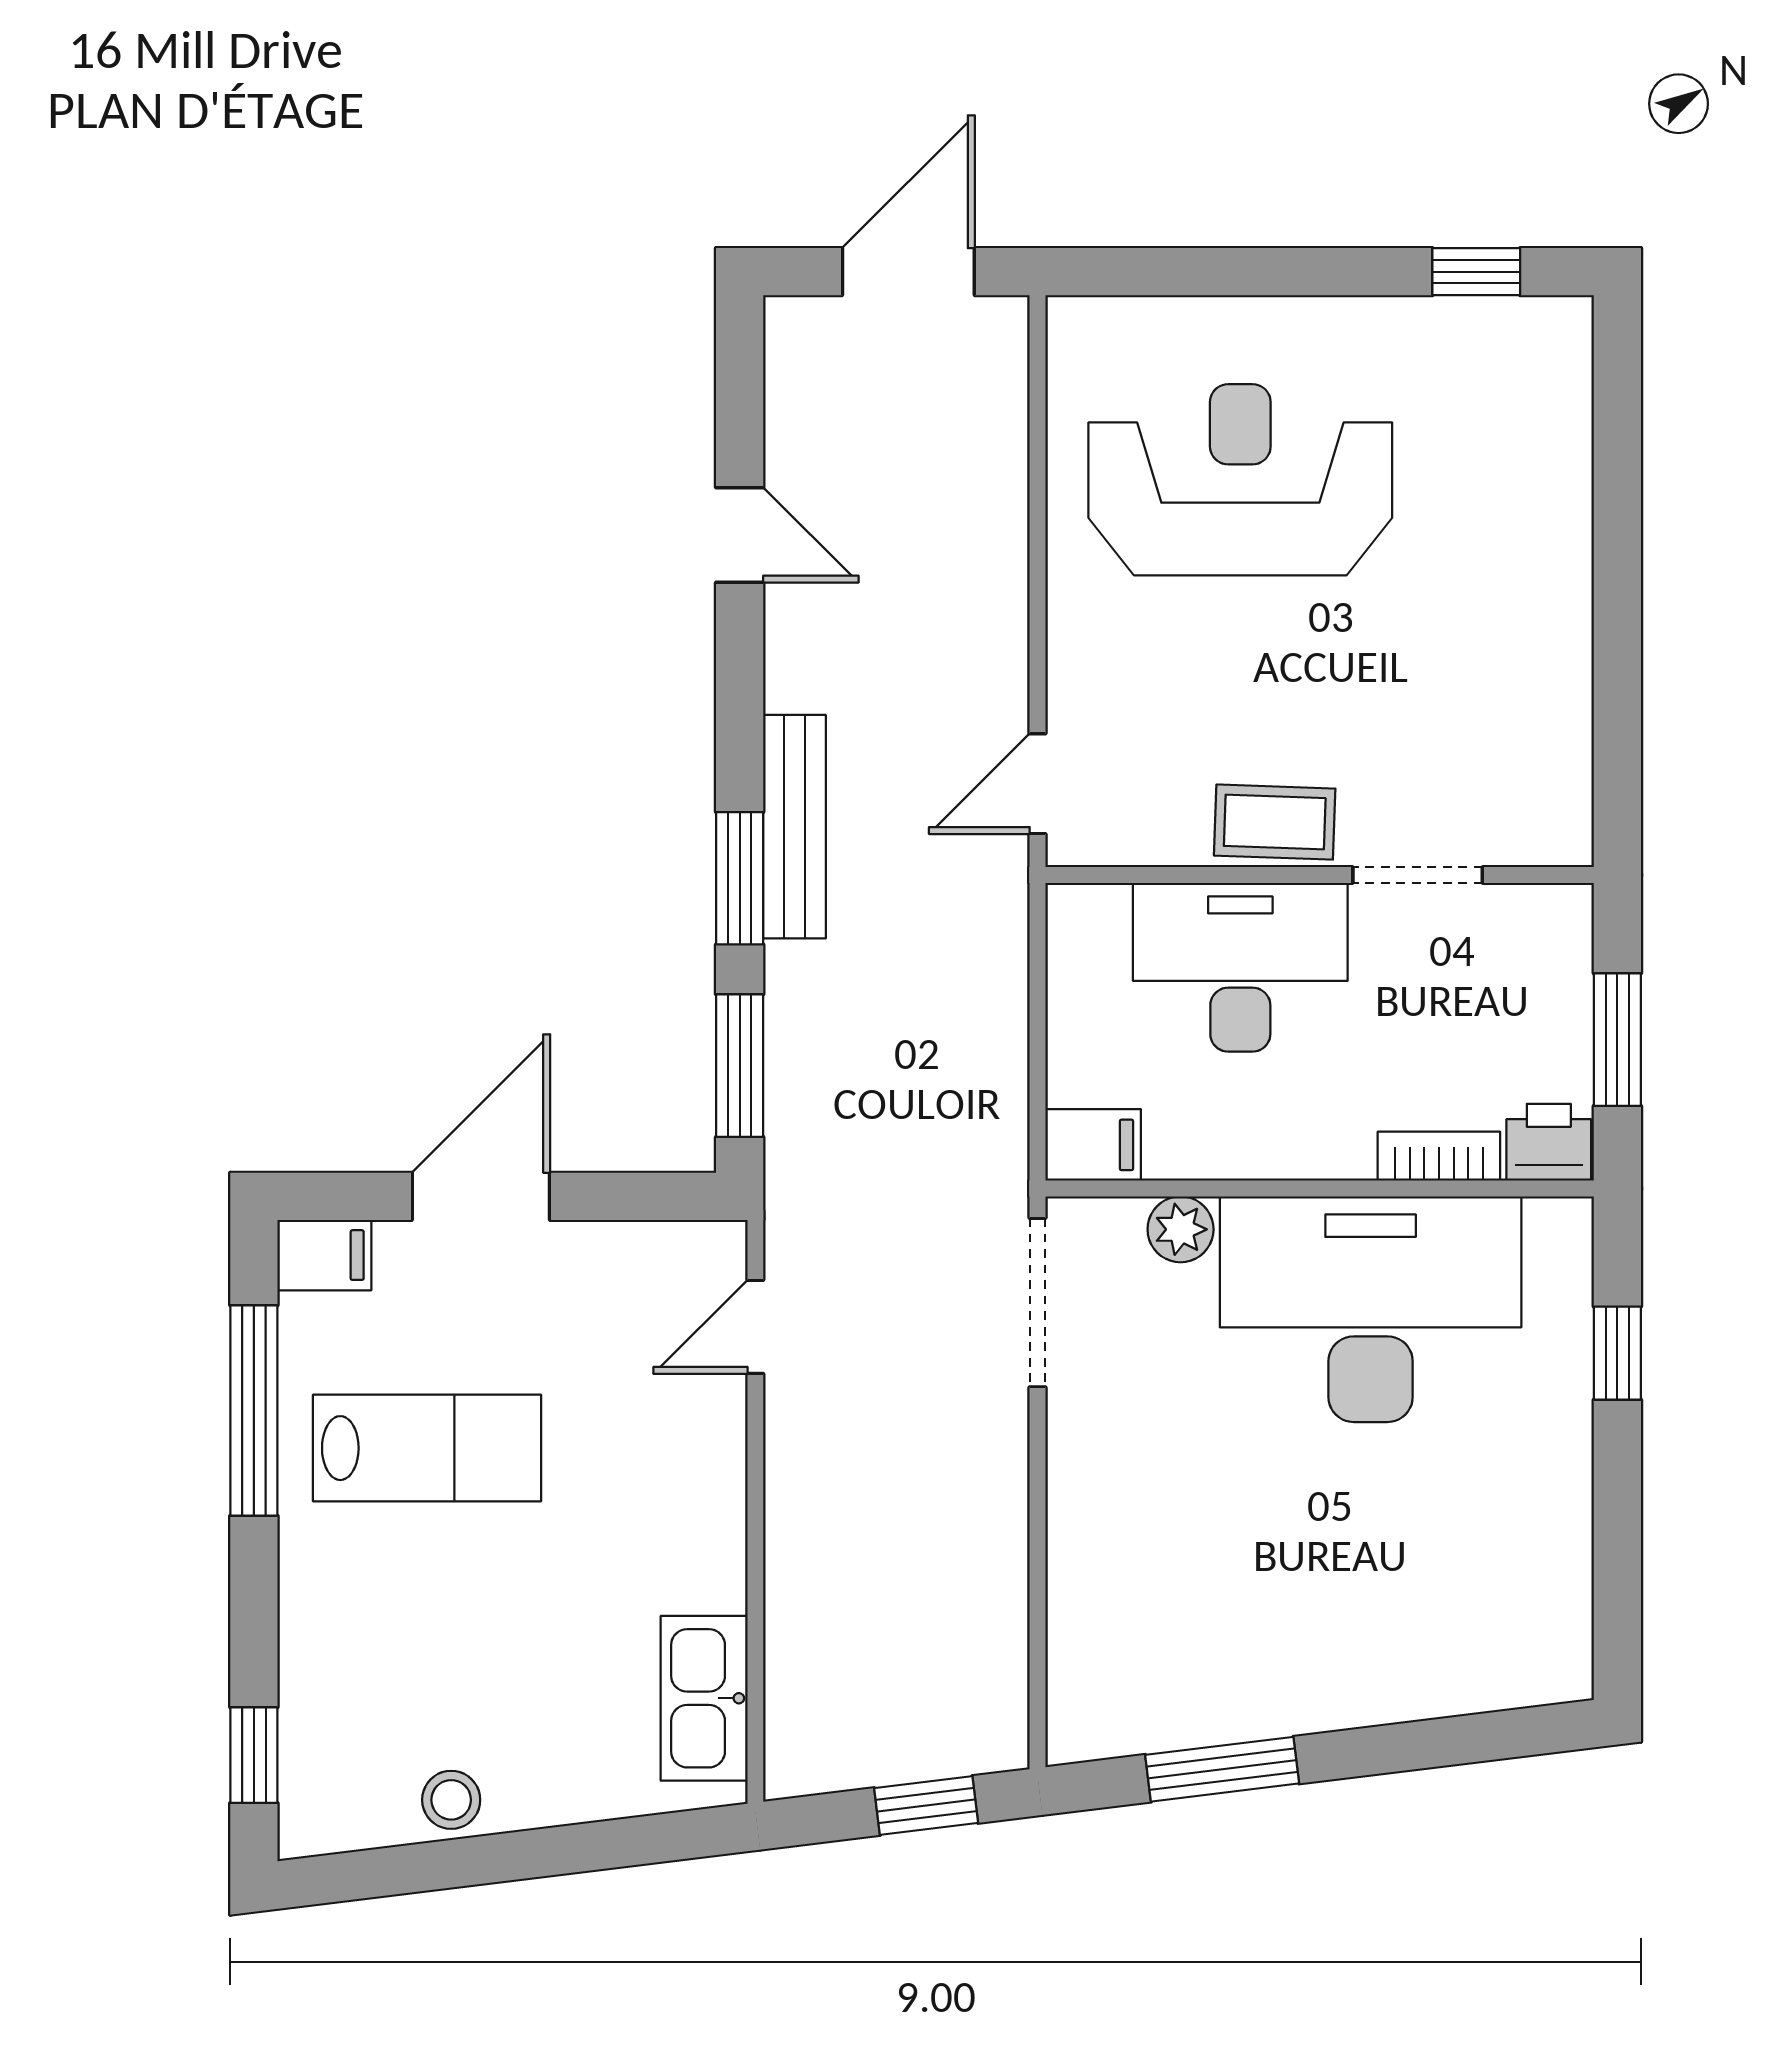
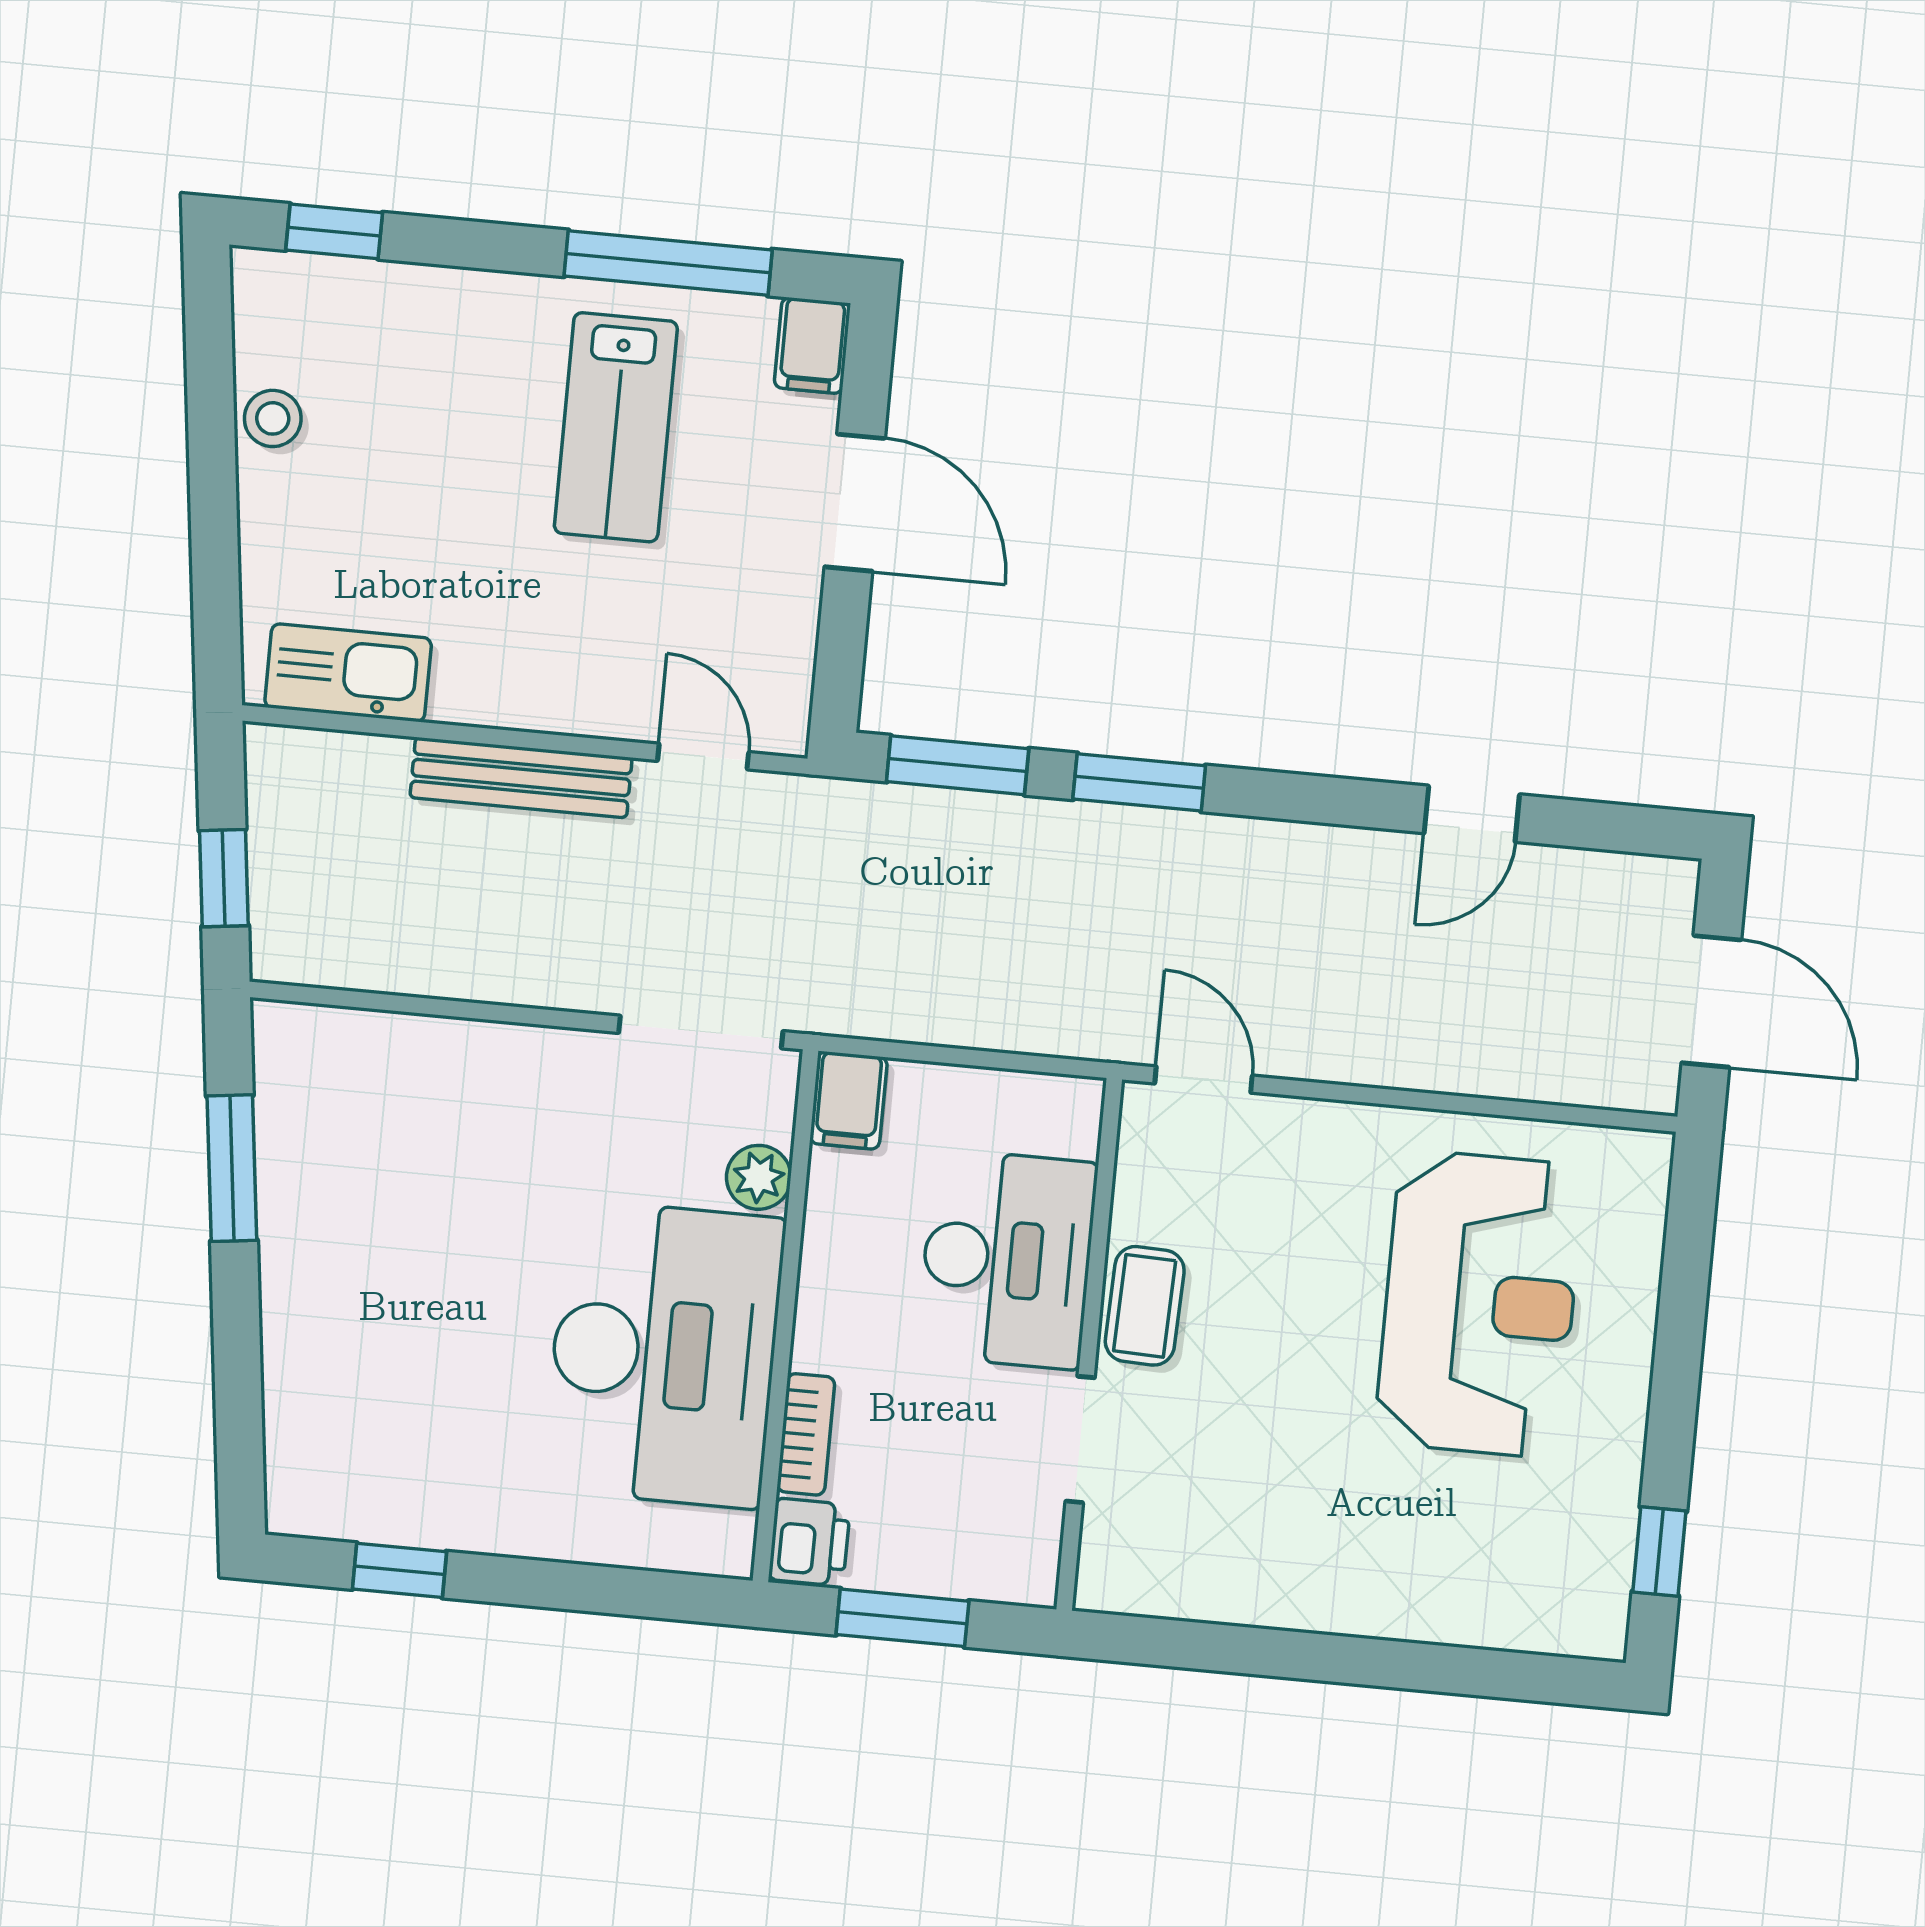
bench: (795, 827) -> (521, 778), moved
window: (1617, 1353) -> (399, 1570), moved

